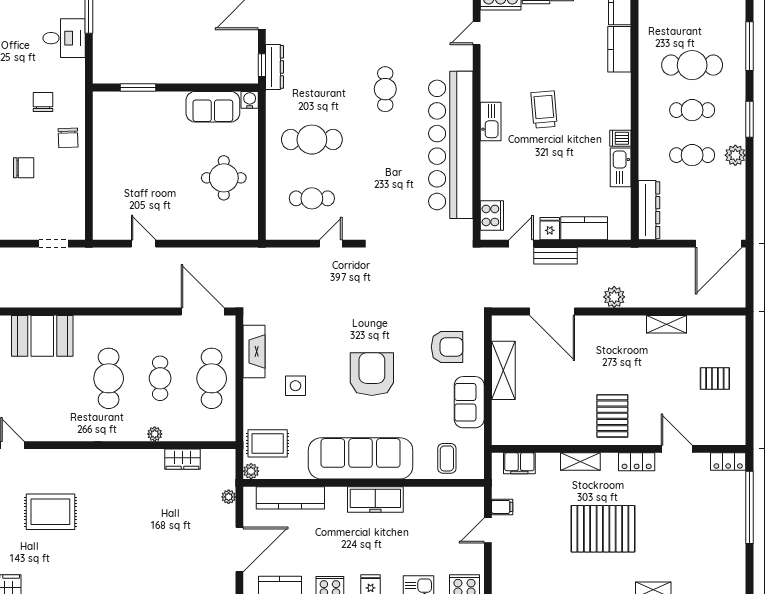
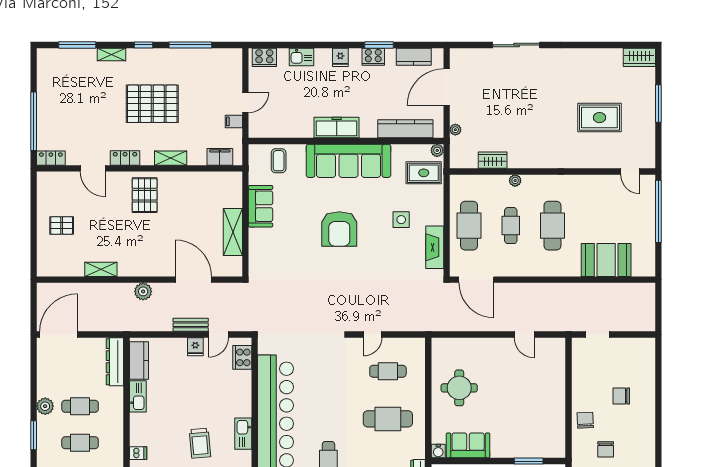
dishwasher: (620, 138) -> (138, 453), moved
kitchen counter: (584, 228) -> (139, 361), moved, turned -90
armchair: (447, 347) -> (278, 251), removed

